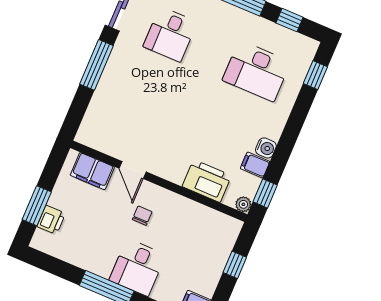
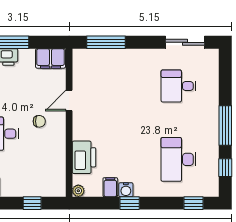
window: (97, 65) -> (106, 42), moved
filing cabinet: (92, 171) -> (51, 58), moved, turned -90
window: (265, 193) -> (130, 203), moved

